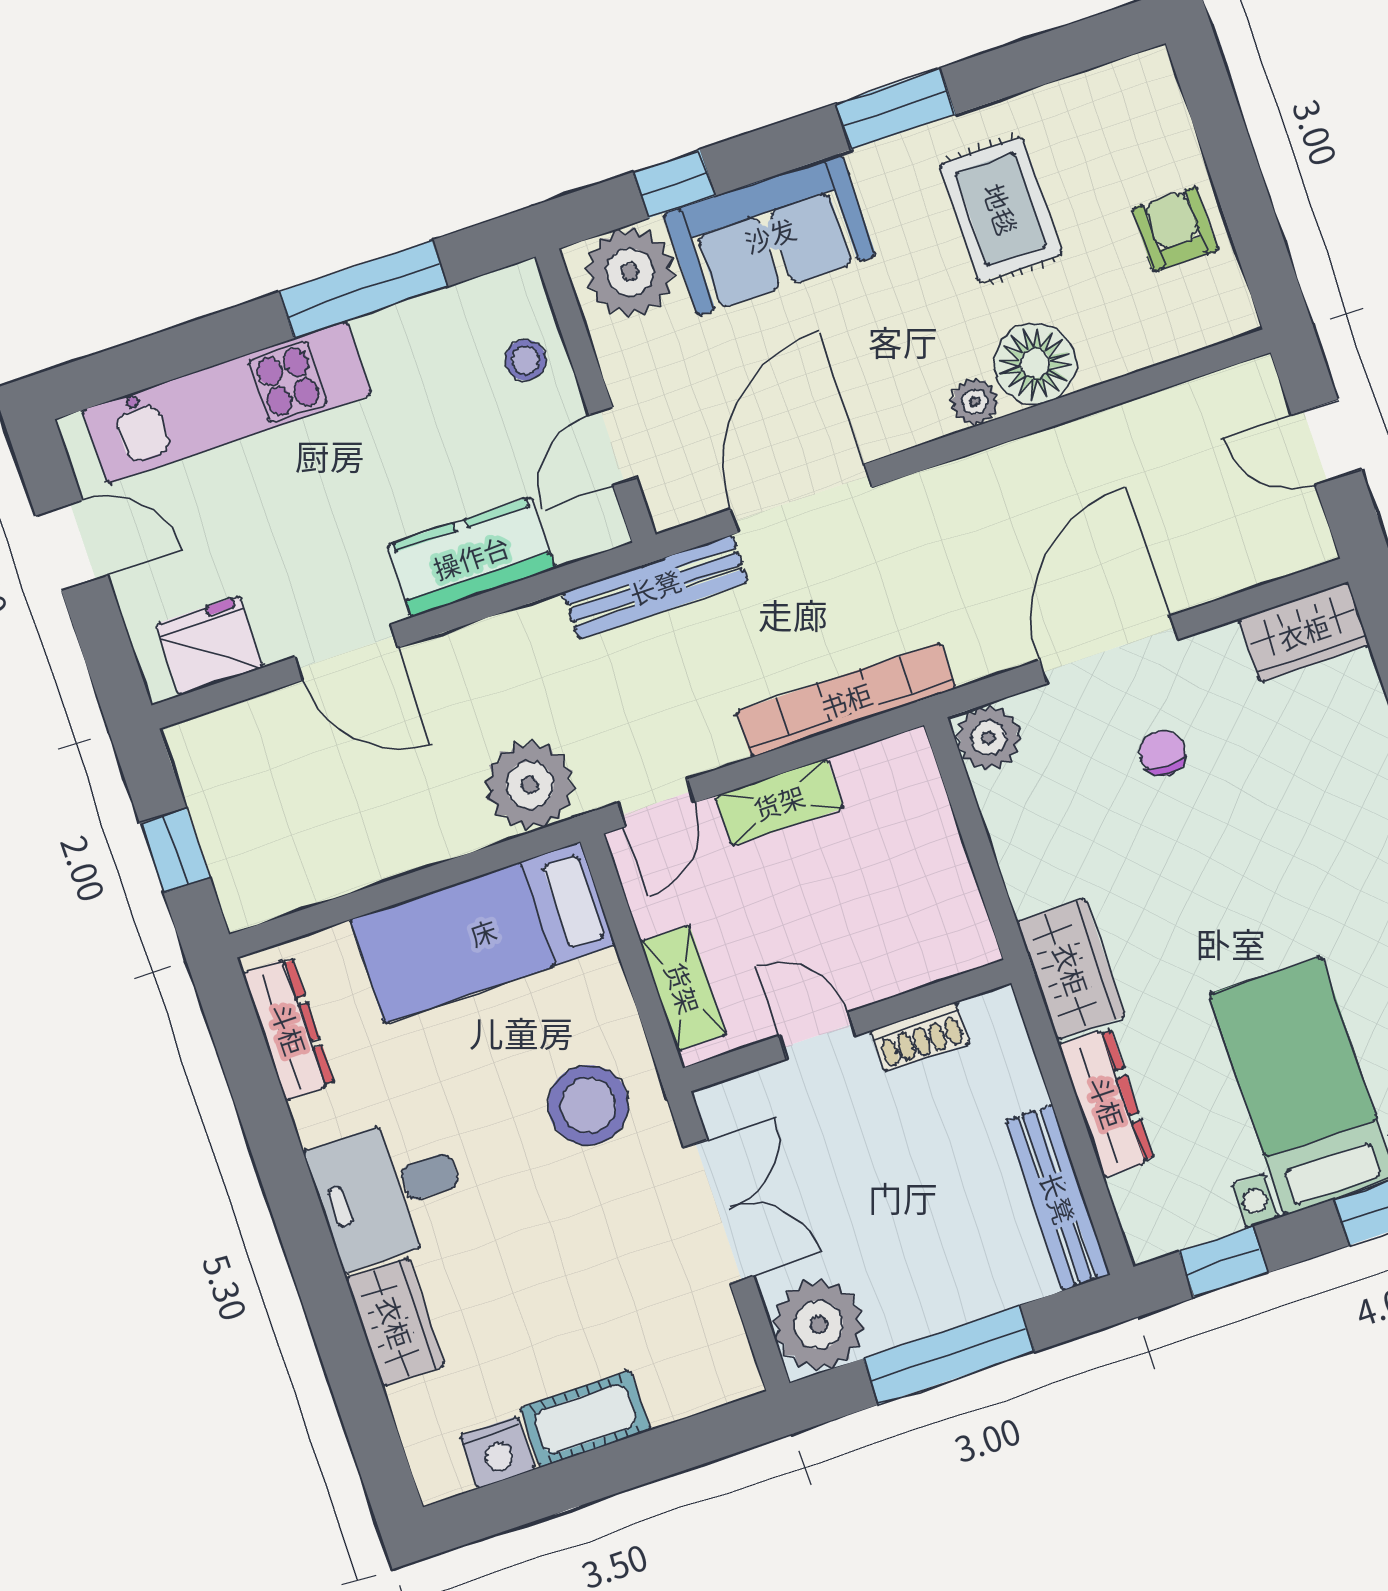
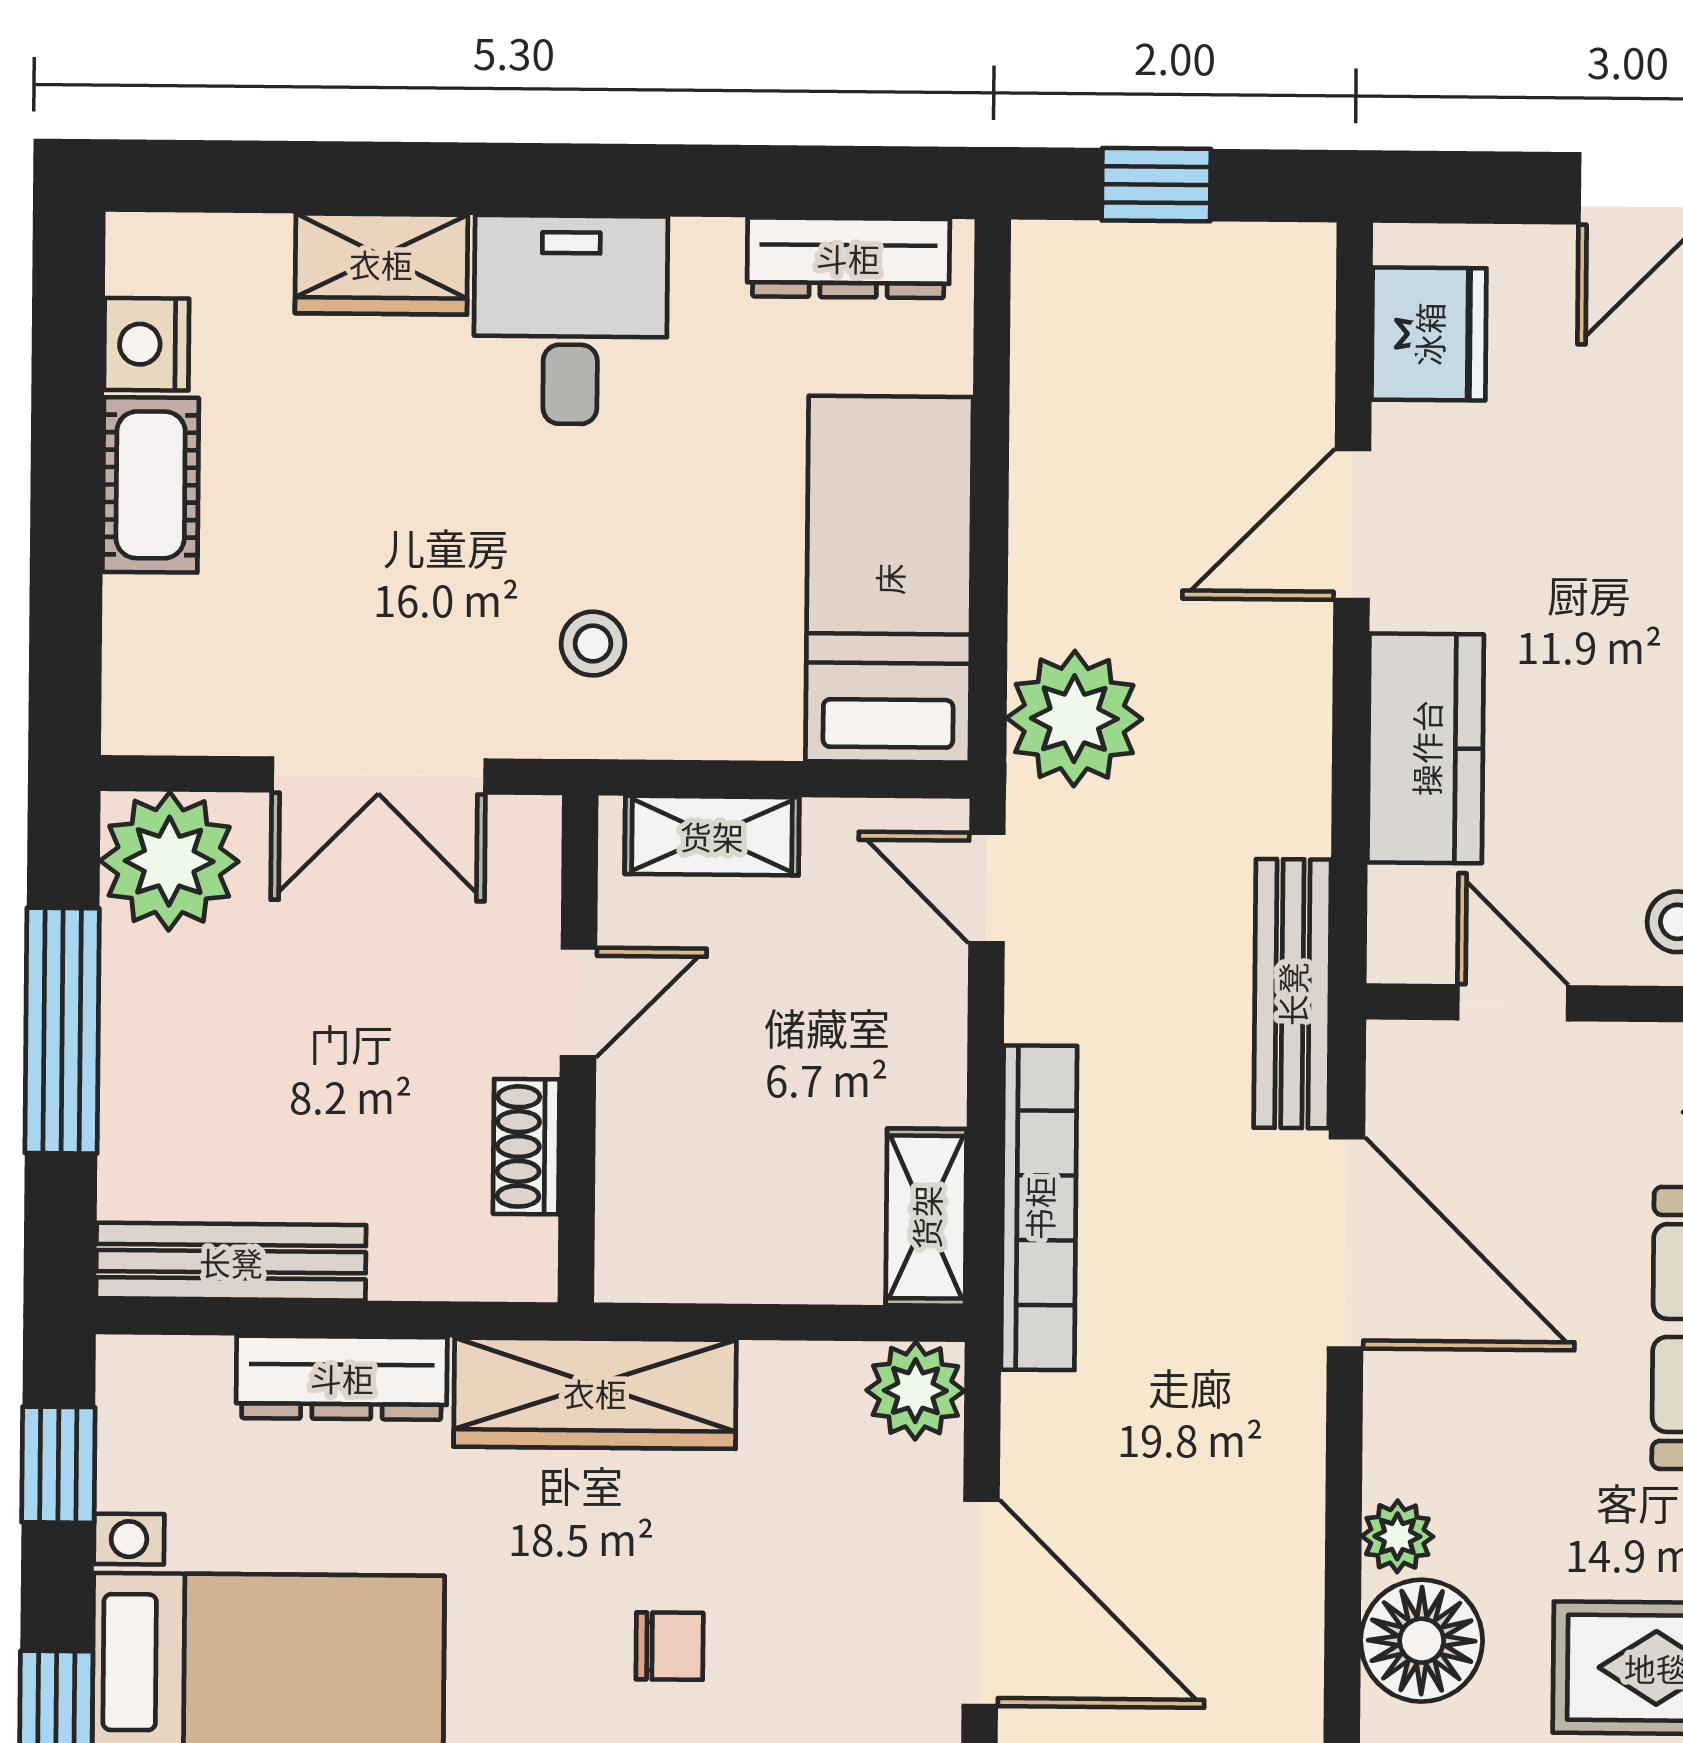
chair: (1162, 753) -> (670, 1646), moved
shelving: (779, 802) -> (926, 1217), moved
wardrobe: (1071, 969) -> (595, 1393), width x1.50
stool: (588, 1105) -> (593, 644), width x0.53, depth x0.53

